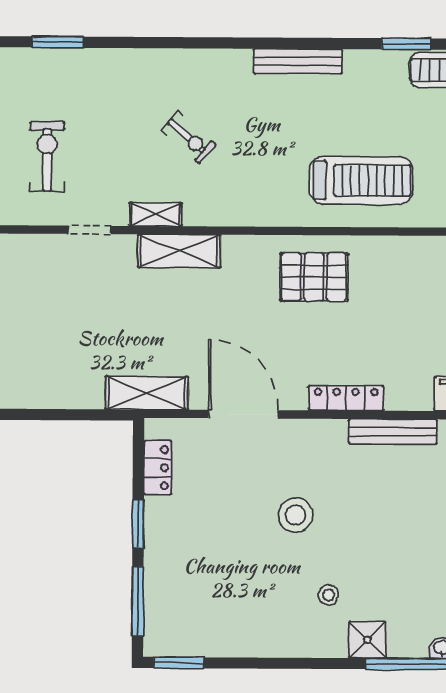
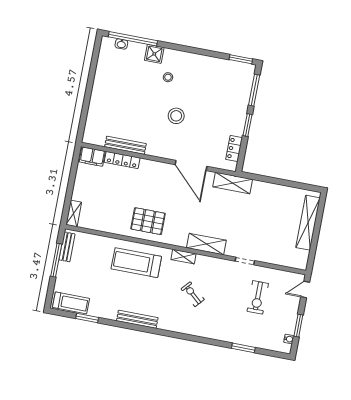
treadmill: (361, 180) -> (136, 263), moved
shelving: (156, 214) -> (183, 257), moved
locker: (346, 398) -> (122, 160), moved

